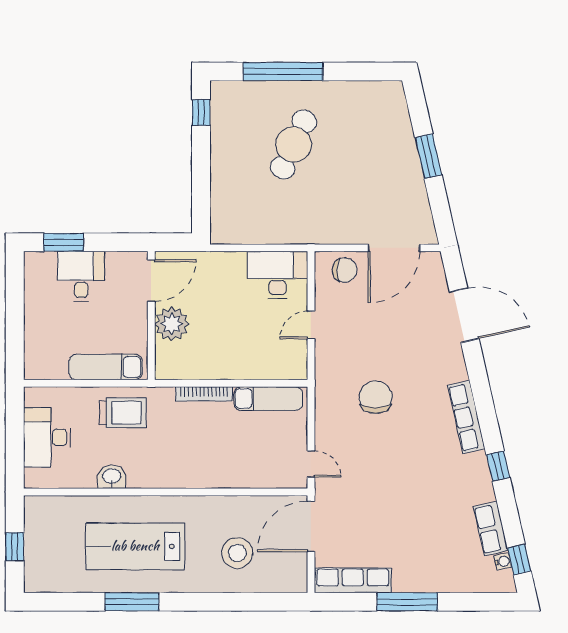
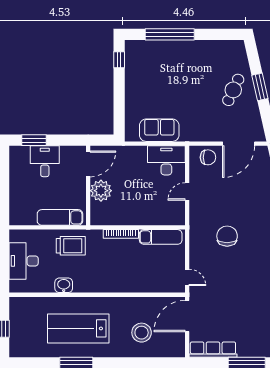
cafe table: (294, 145) -> (233, 90), moved, width x0.73, depth x0.74
sofa: (266, 226) -> (159, 130), added

